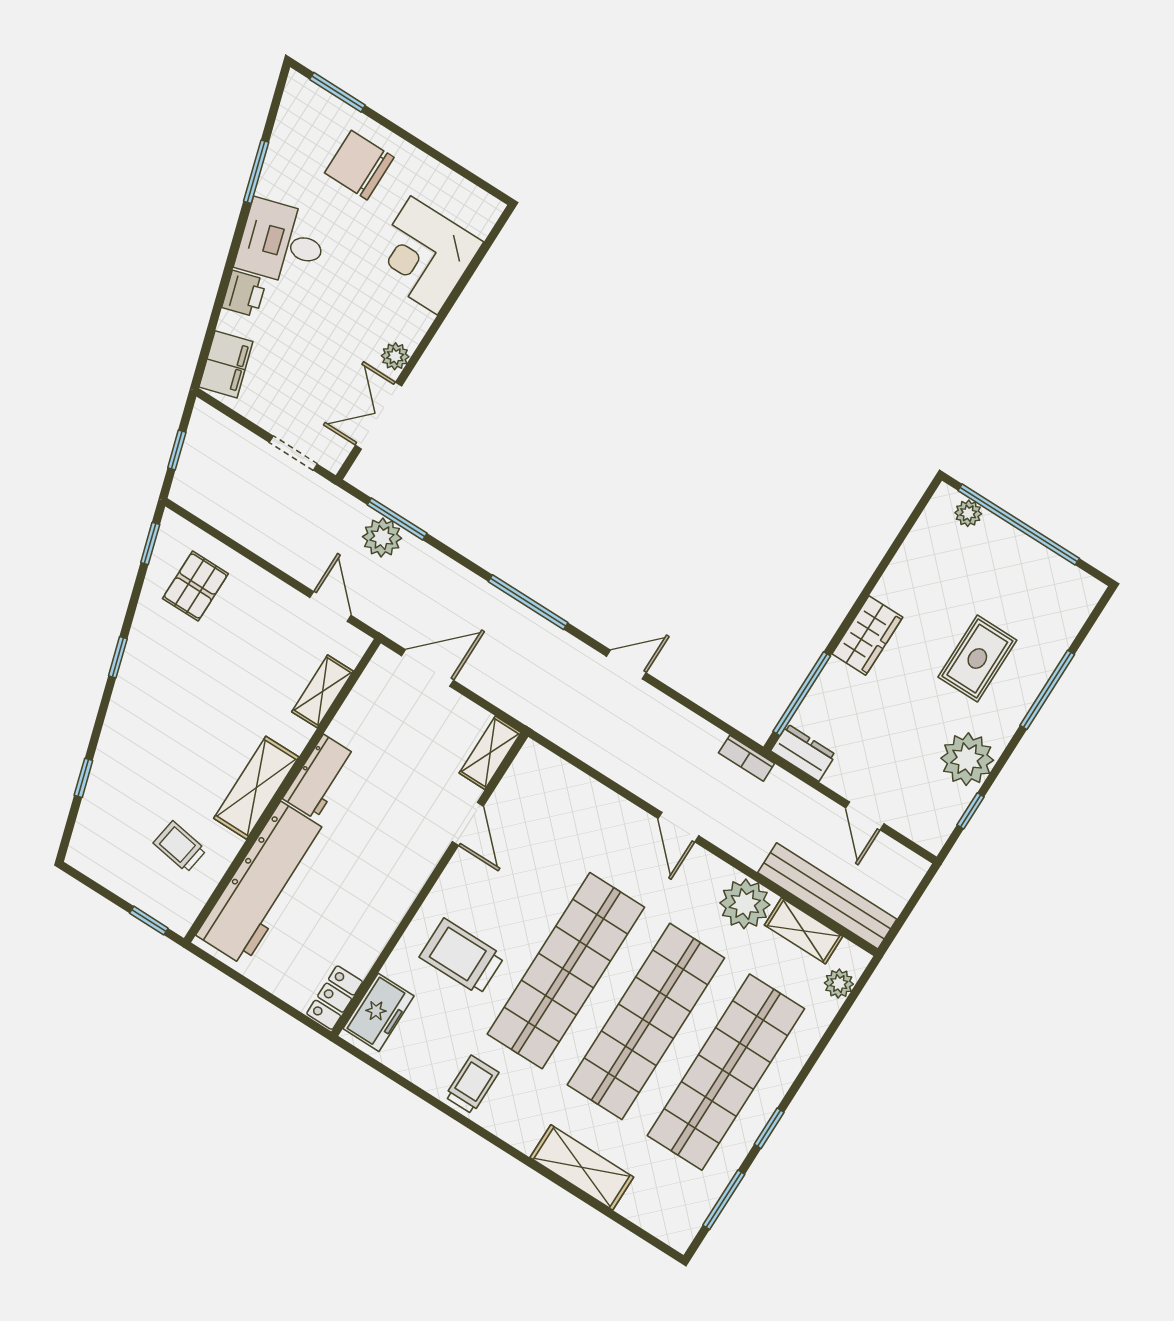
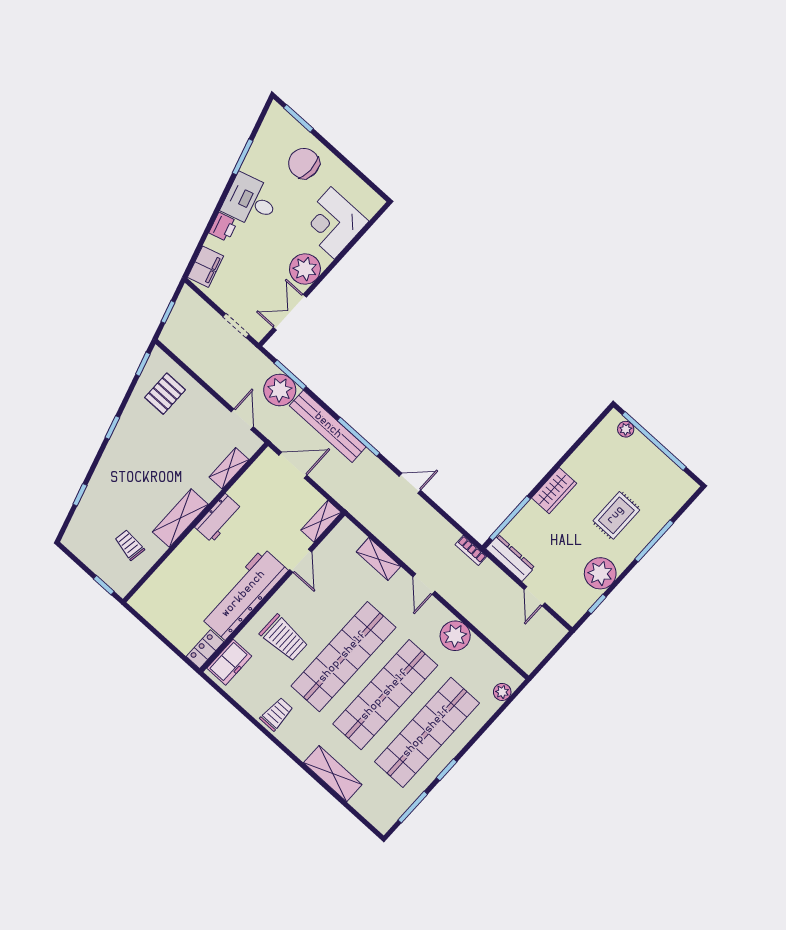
plant: (395, 356) -> (305, 269), width x1.88, depth x1.88
plant: (382, 537) -> (280, 390), width x1.36, depth x1.36
dresser: (803, 753) -> (510, 558), width x1.44
workbench: (263, 884) -> (244, 594), moved, turned 180
bench: (827, 896) -> (328, 426), moved
shelving: (804, 931) -> (378, 559), moved
trolley: (462, 957) -> (284, 638), turned 180

